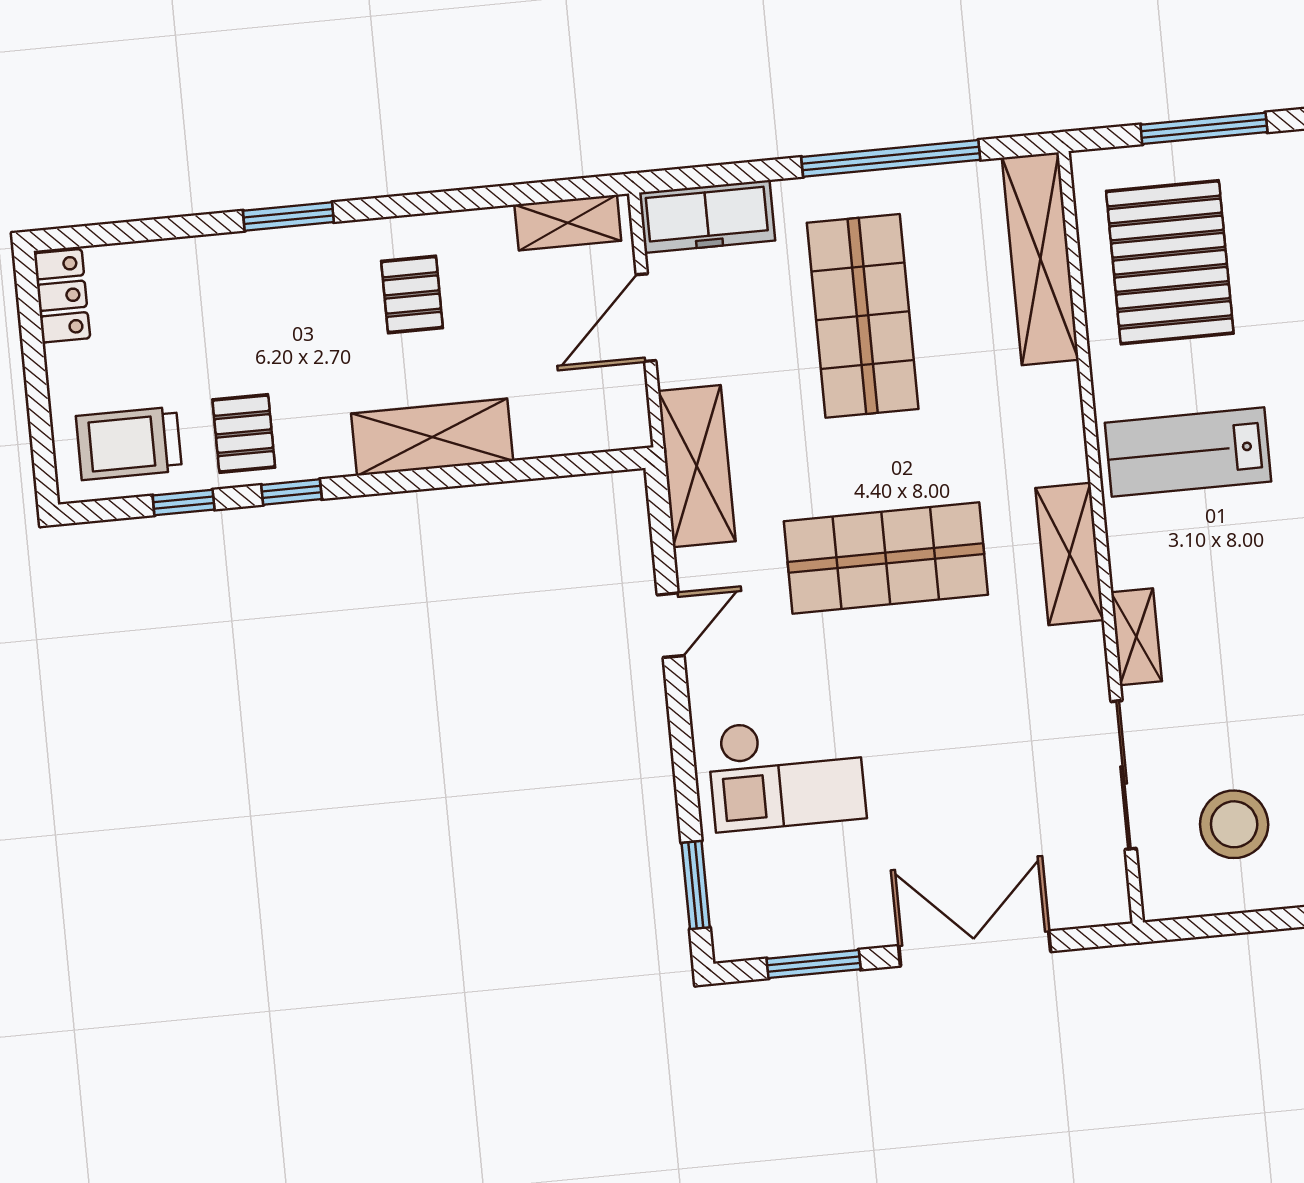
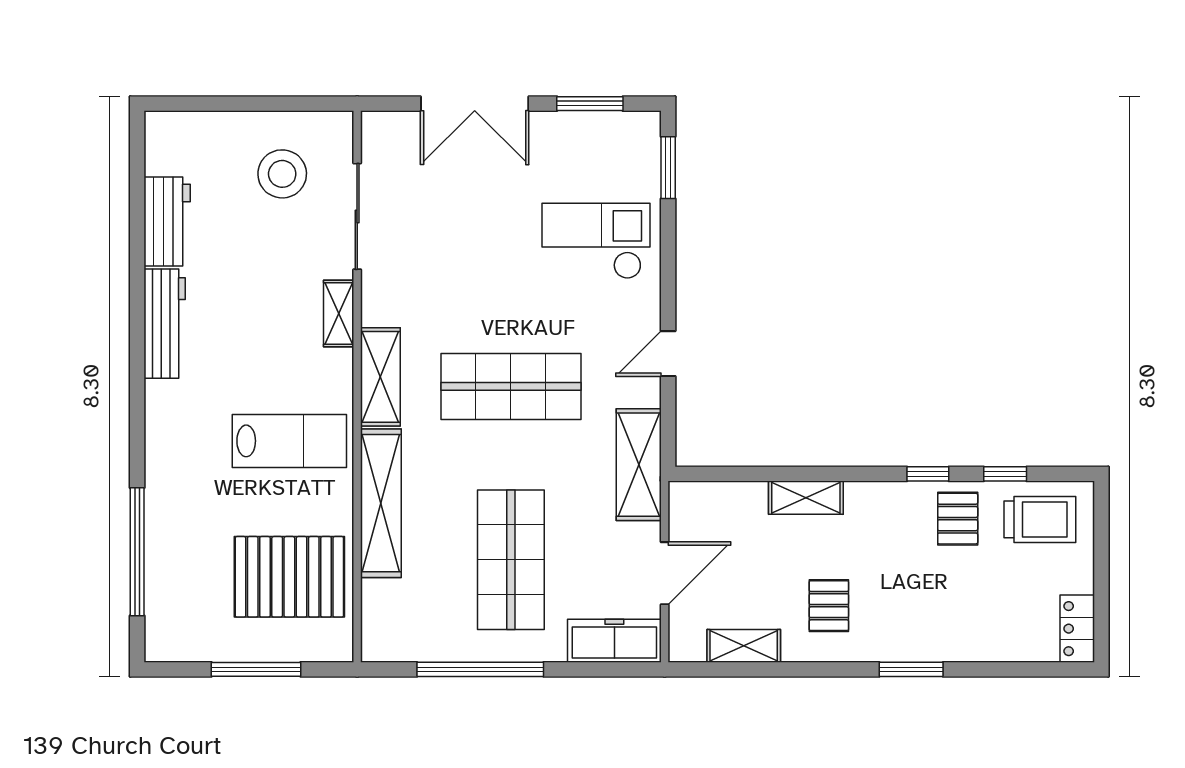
shelving: (568, 223) -> (744, 646), moved
shelving: (1040, 259) -> (381, 503), moved
pallet: (1170, 262) -> (289, 577), turned 90
shelving: (432, 437) -> (806, 498), width x0.67, depth x0.75

